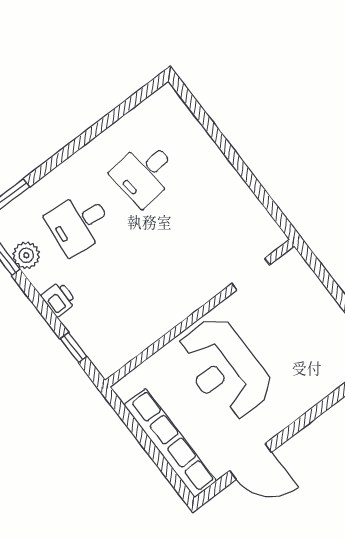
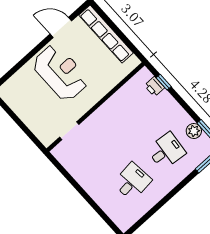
printer: (59, 299) -> (154, 87), moved
reception desk: (224, 369) -> (61, 73), moved

